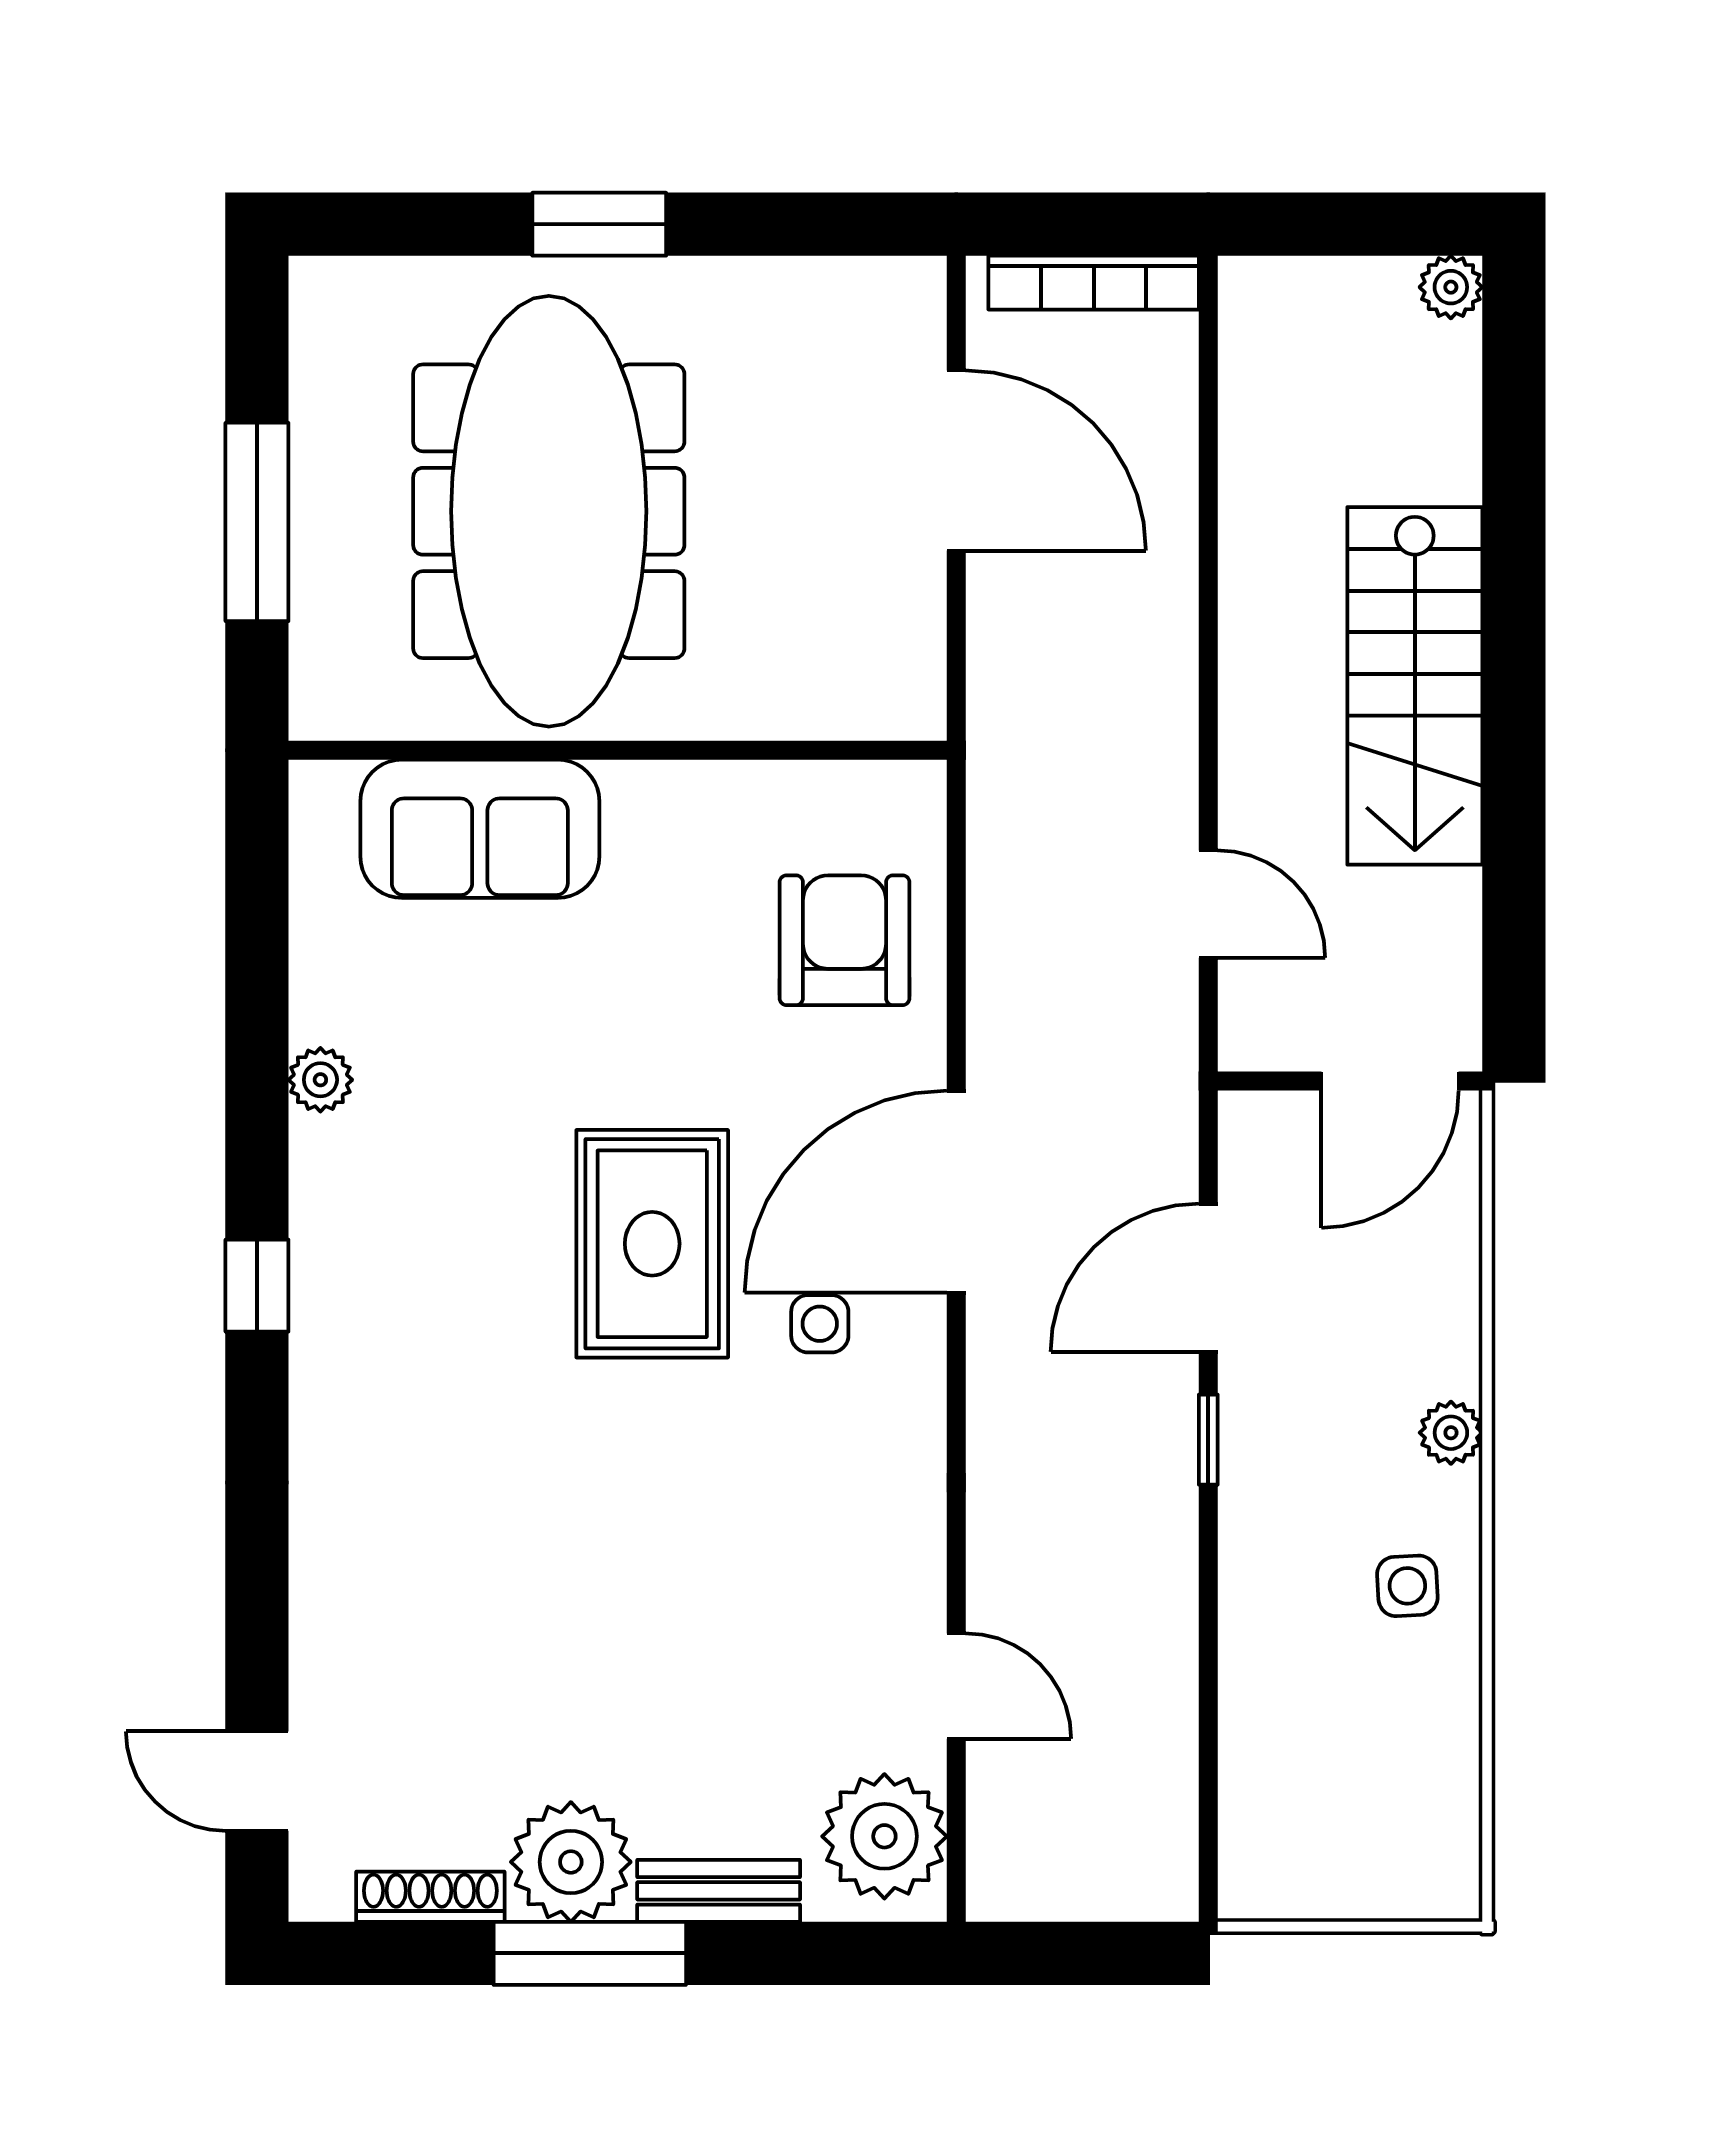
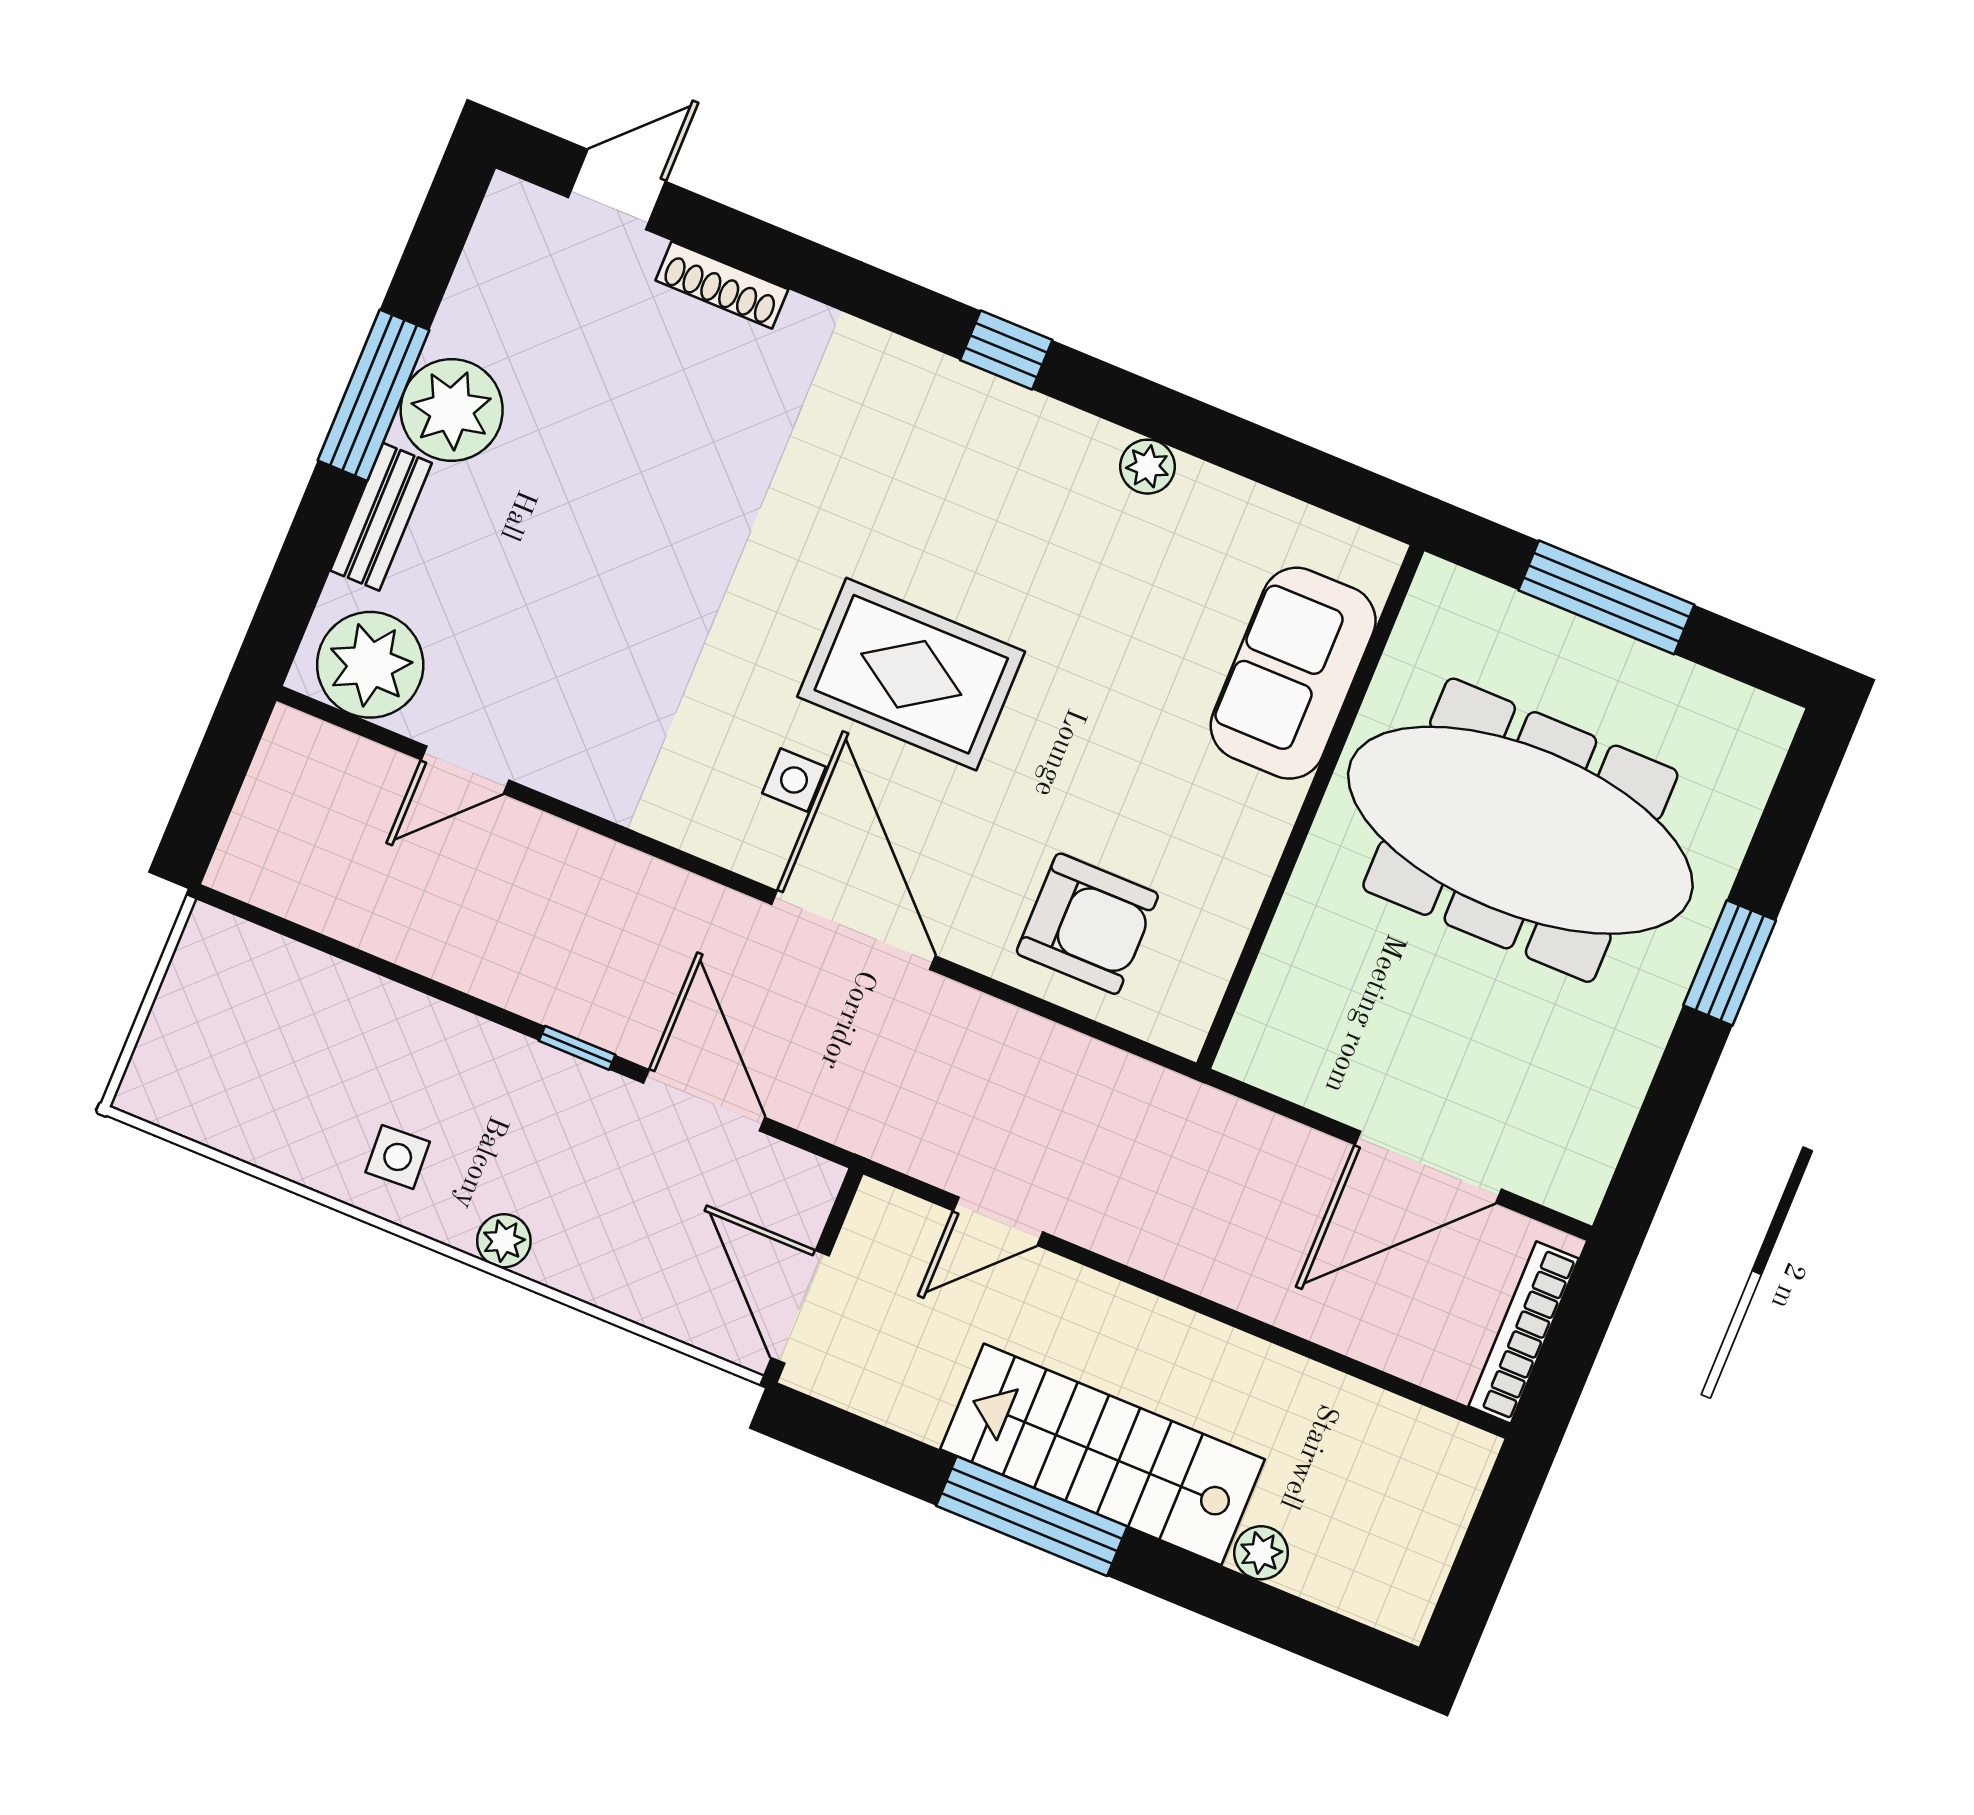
plant: (1451, 287) -> (1261, 1553), moved
window: (1514, 735) -> (1032, 1516), added
shoe rack: (430, 1897) -> (722, 285), moved, turned 90

